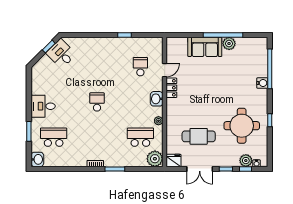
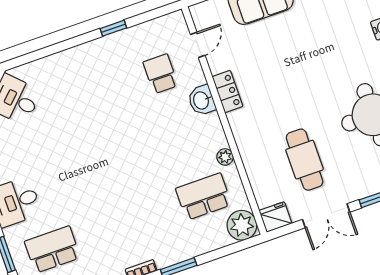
door: (165, 70) -> (198, 45), moved
washbasin: (157, 99) -> (202, 100), moved
school desk: (97, 102) -> (106, 162), removed
cafe table: (199, 136) -> (305, 160), turned 90

